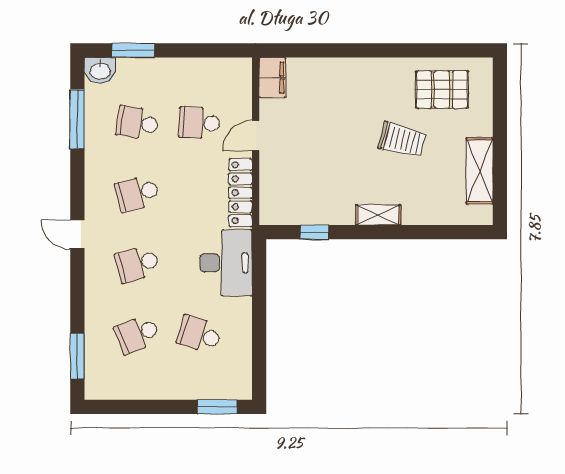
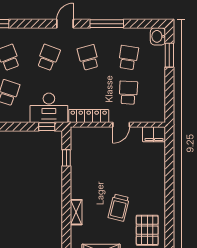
window: (77, 119) -> (107, 24), moved
door: (256, 136) -> (121, 125), swing flipped
shelving: (378, 215) -> (76, 212), moved
school desk: (137, 264) -> (48, 57), turned 36
window: (259, 267) -> (47, 127), added

